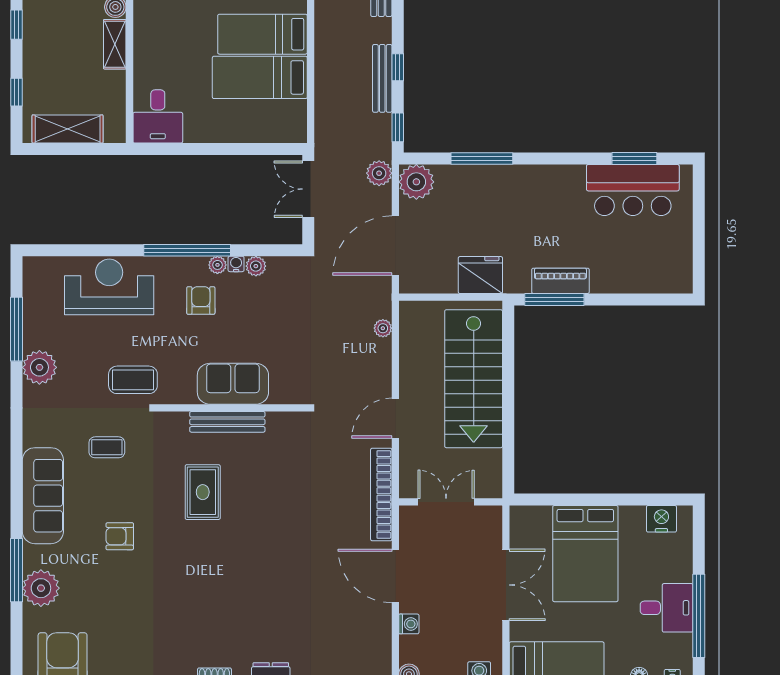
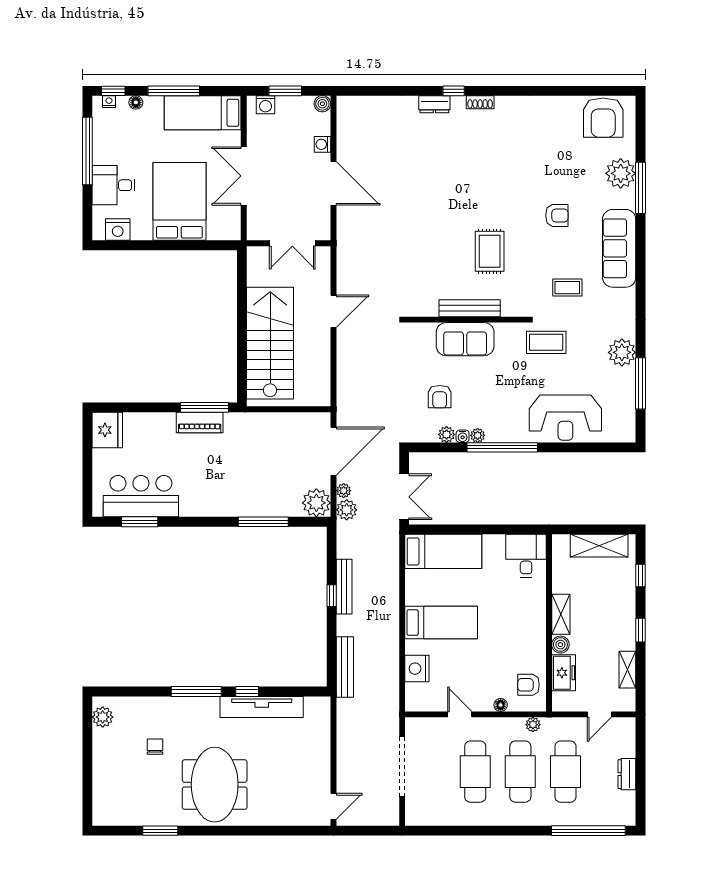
bed: (260, 77) -> (443, 551), moved
window: (398, 127) -> (332, 547), removed
fridge: (480, 275) -> (107, 430), moved, turned -90
armchair: (201, 300) -> (440, 397), moved
plant: (383, 328) -> (344, 491), moved
bookcase: (381, 494) -> (345, 249), removed
desk: (667, 608) -> (114, 185), moved

